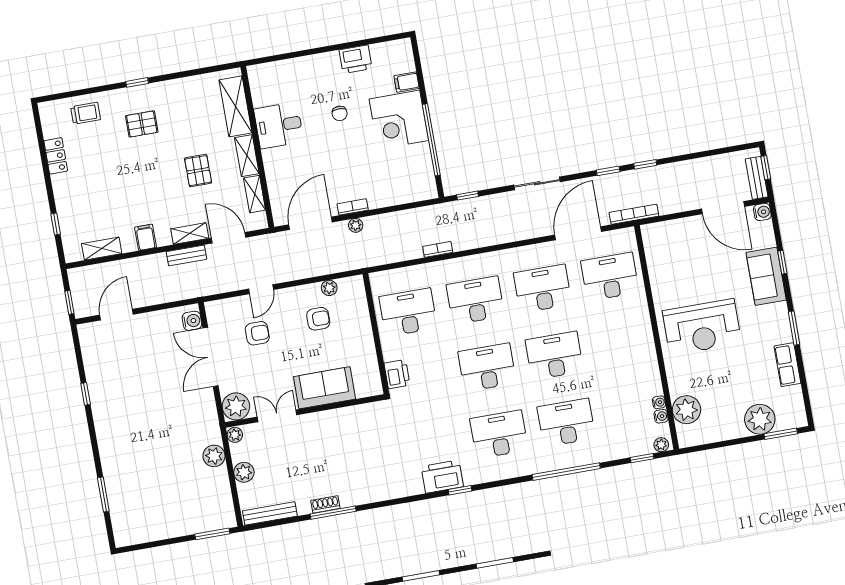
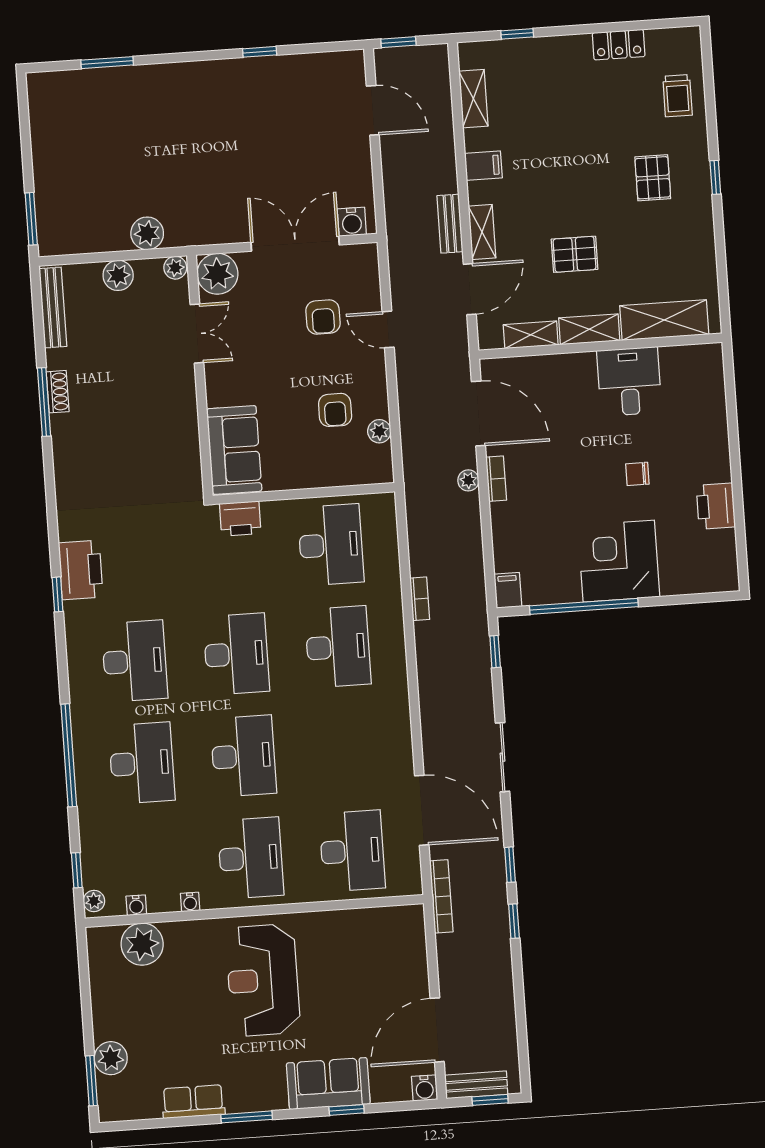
filing cabinet: (407, 82) -> (508, 590), moved
desk: (543, 289) -> (251, 858), moved
sofa: (325, 388) -> (234, 450), moved
water cooler: (659, 402) -> (190, 902), moved
plant: (760, 419) -> (111, 1058), width x0.73, depth x0.73

